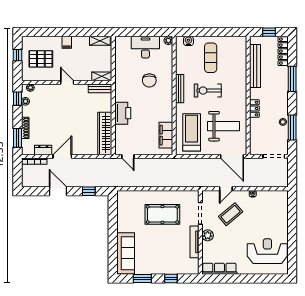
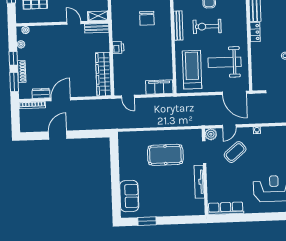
door: (67, 82) -> (74, 23), moved
window: (17, 99) -> (13, 58), moved
locker: (254, 108) -> (255, 32), moved
printer: (123, 113) -> (118, 48), width x0.53, depth x0.68
weight bench: (224, 126) -> (225, 62), turned 180
filing cabinet: (166, 135) -> (159, 87), moved, turned 90
door: (58, 191) -> (58, 135), hinge flipped
window: (89, 191) -> (89, 134), removed
plant: (208, 235) -> (211, 134), moved
sofa: (126, 253) -> (129, 196), width x0.73
window: (171, 278) -> (176, 220), removed

